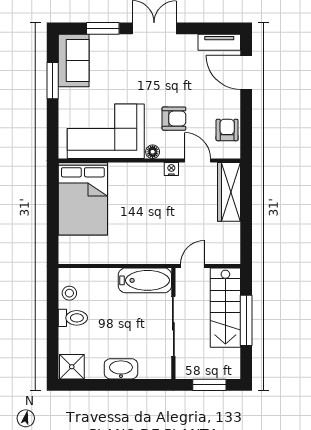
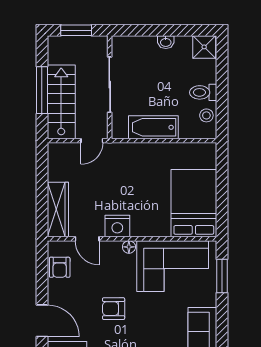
window: (53, 81) -> (222, 276), moved
armchair: (174, 119) -> (114, 309), moved
nightstand: (171, 169) -> (117, 226), width x1.89, depth x1.79
bathtub: (145, 280) -> (153, 127), moved
washbasin: (121, 369) -> (166, 42), width x0.52, depth x0.69

